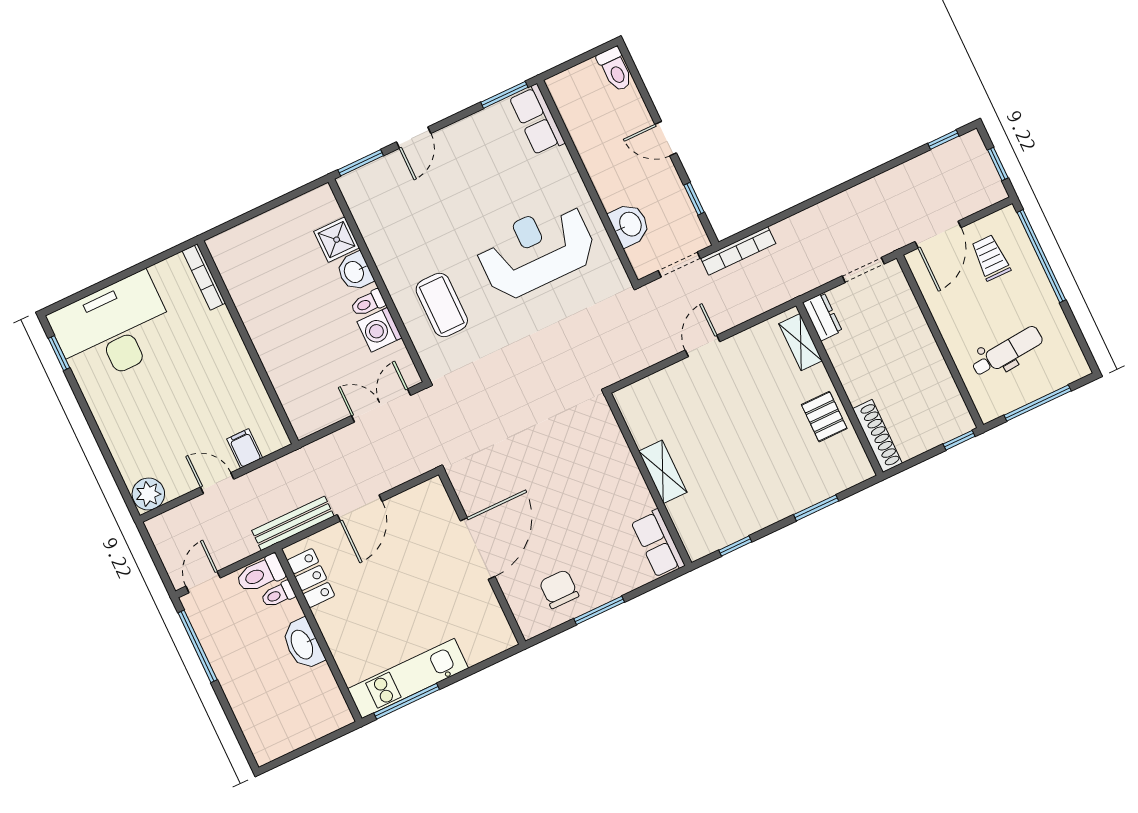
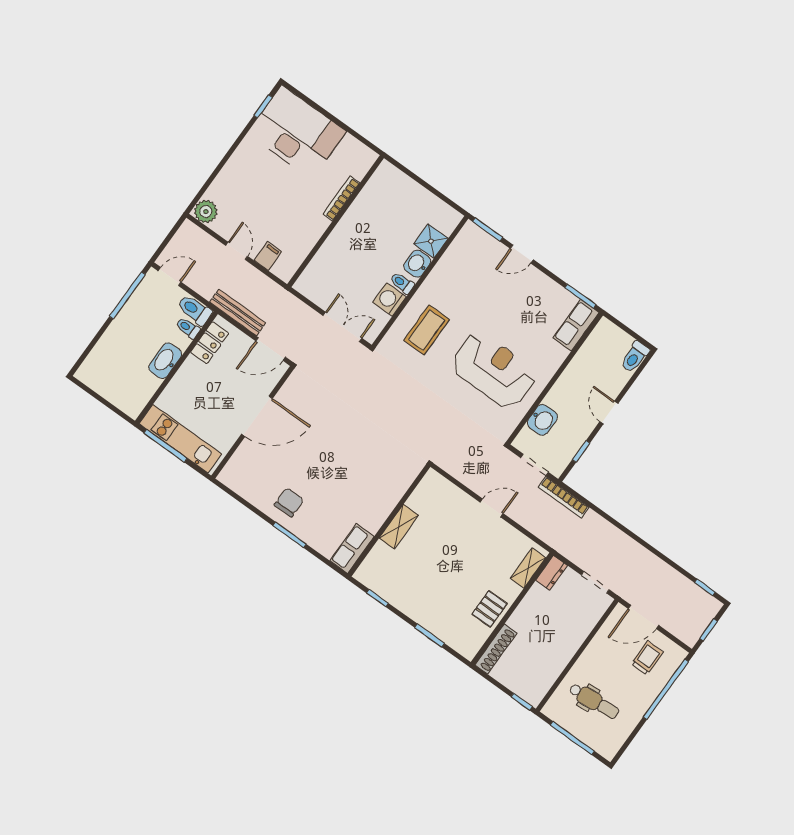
bookcase: (204, 277) -> (342, 198), moved
door: (478, 549) -> (257, 416), moved
wall: (482, 558) -> (253, 422), moved

